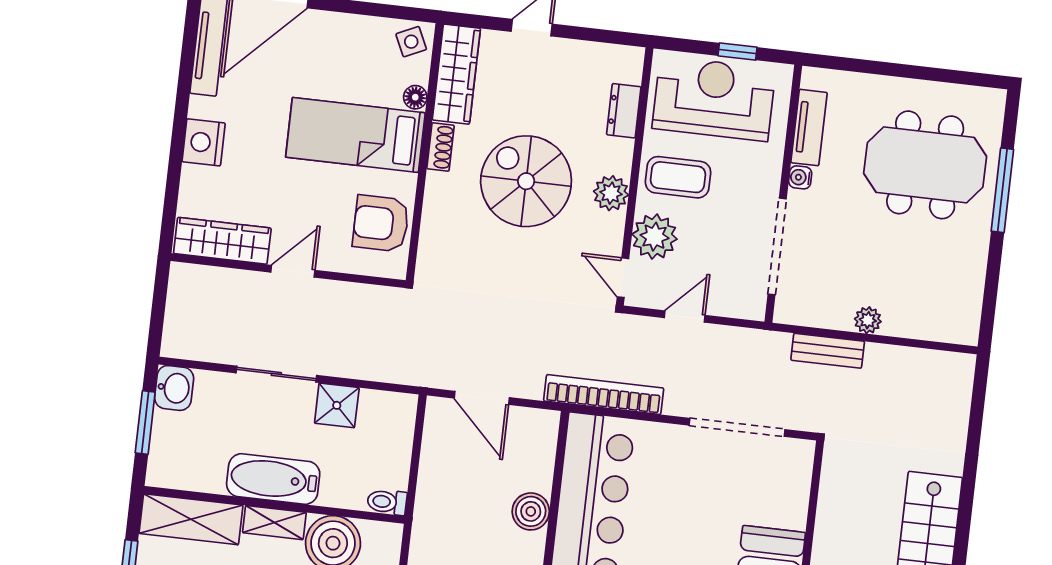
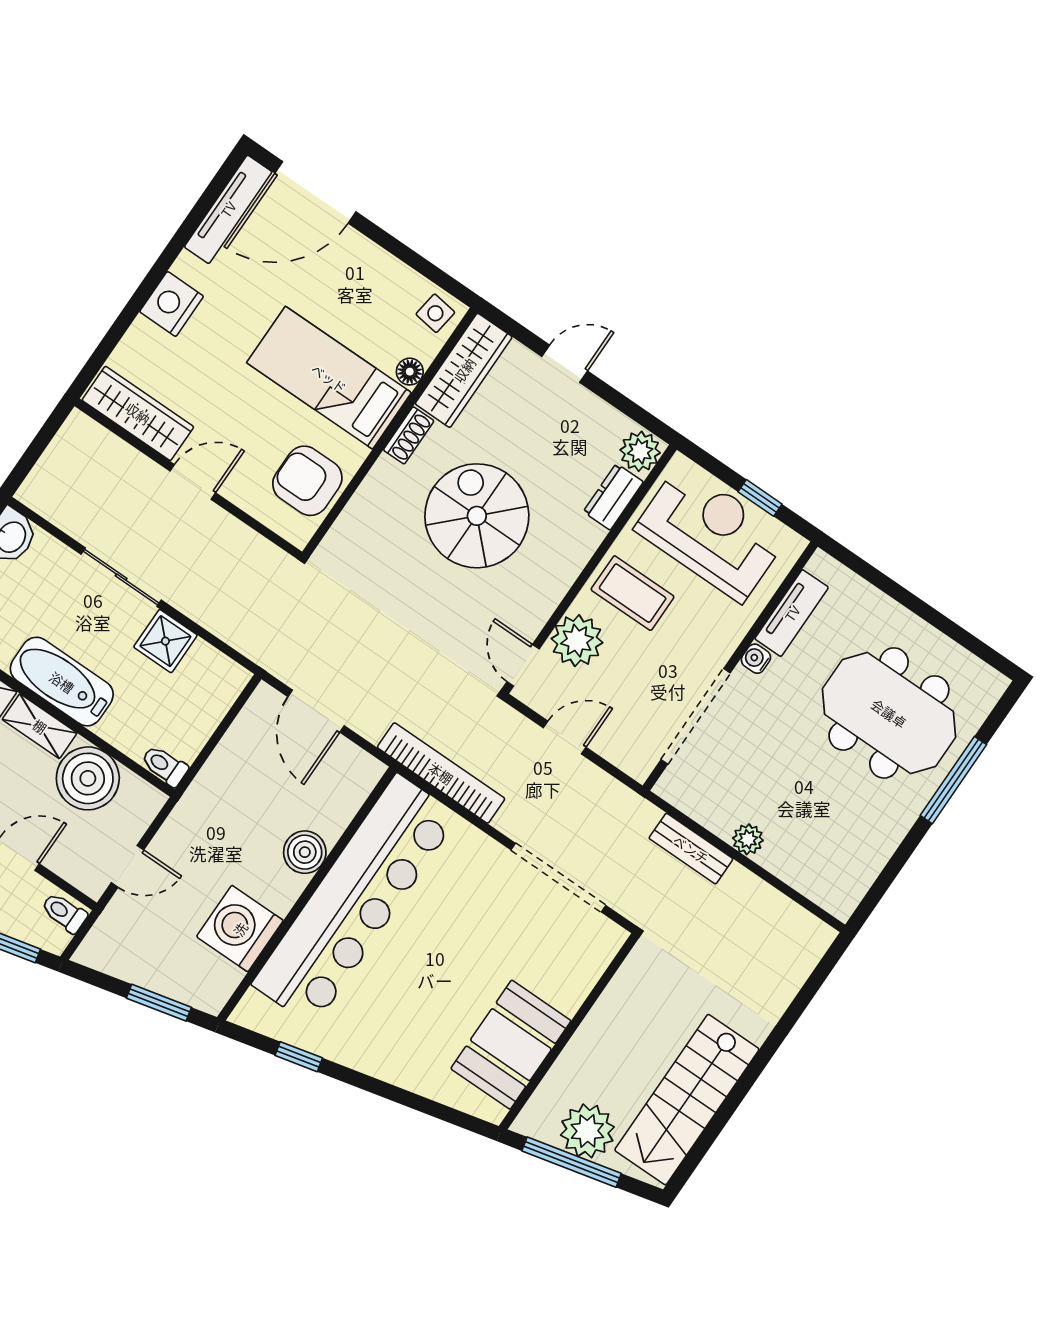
side table: (411, 42) -> (435, 313), turned 33
plant: (611, 193) -> (640, 451), moved

